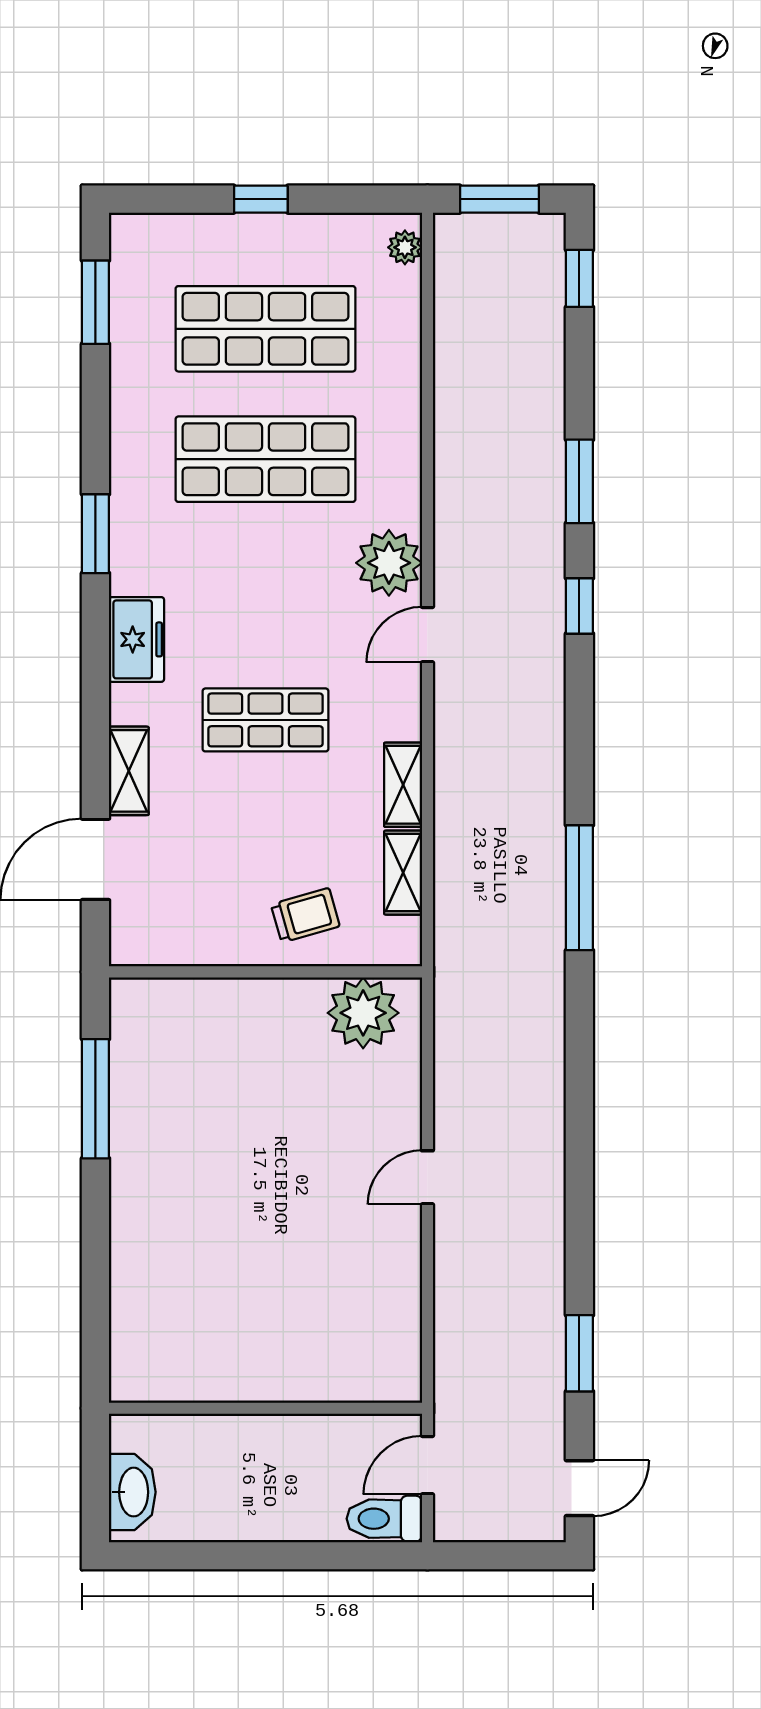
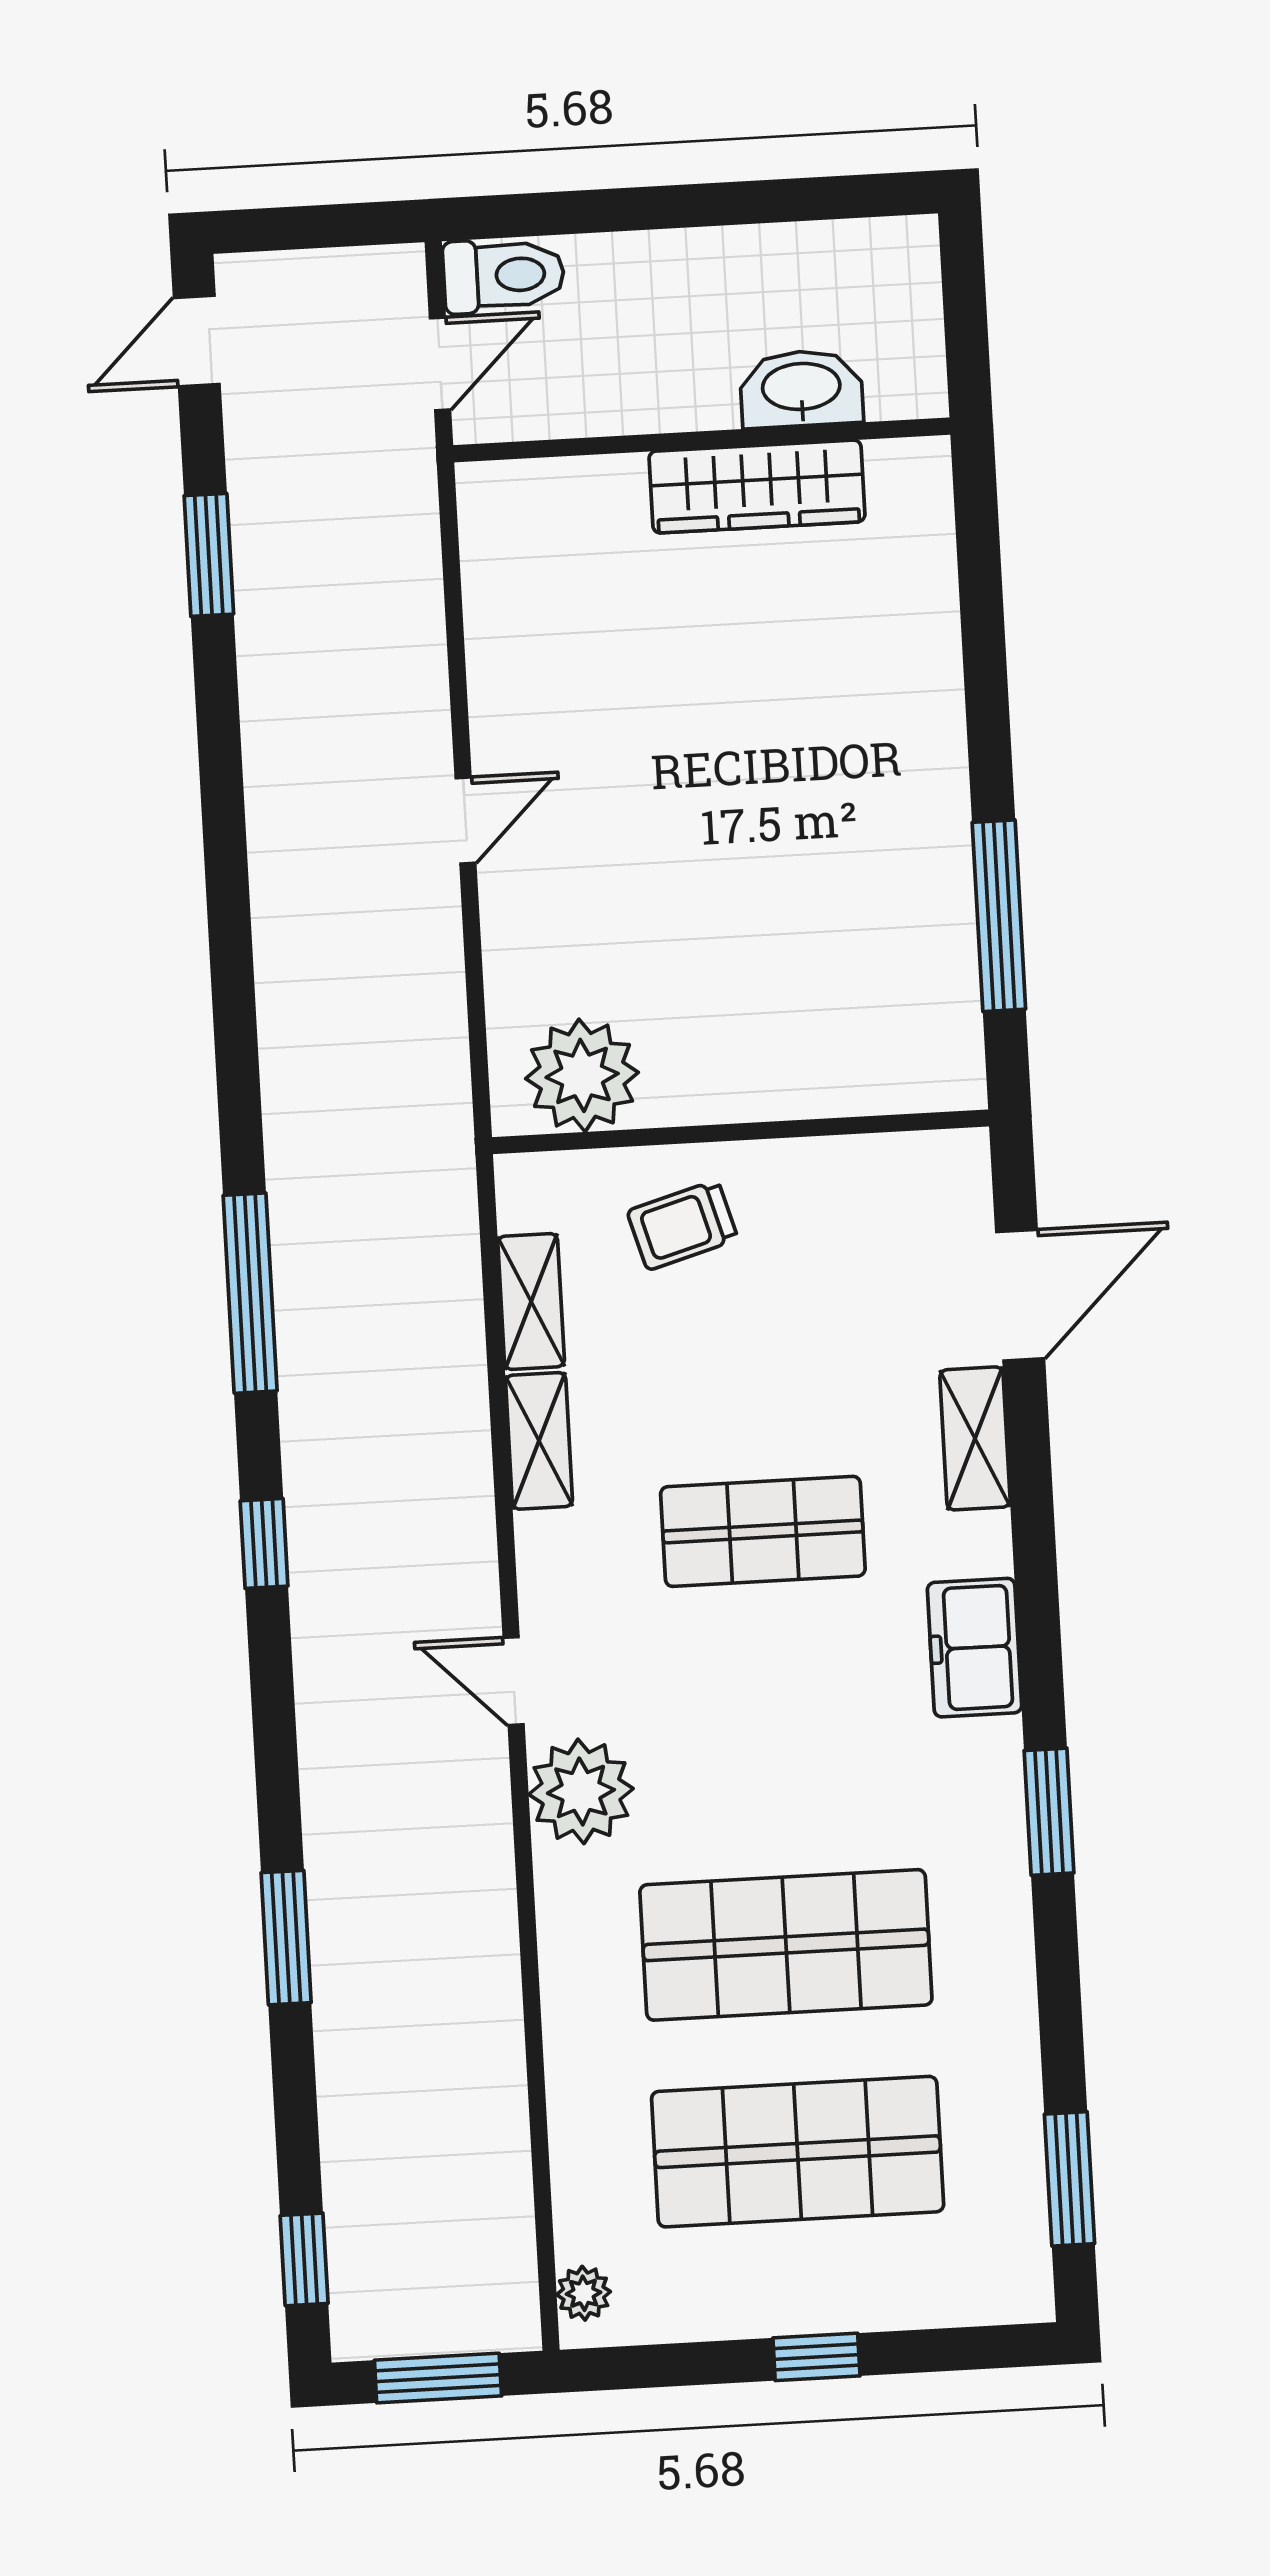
window: (579, 606) -> (264, 1543), moved
door: (427, 635) -> (514, 1681), swing flipped
wardrobe: (232, 1377) -> (757, 487), added
washbasin: (132, 1492) -> (801, 389), moved, turned 90

